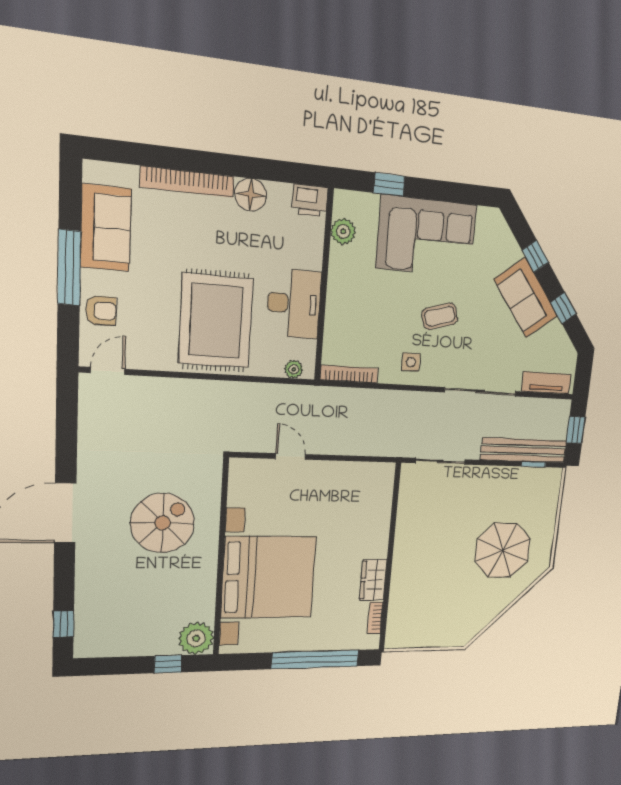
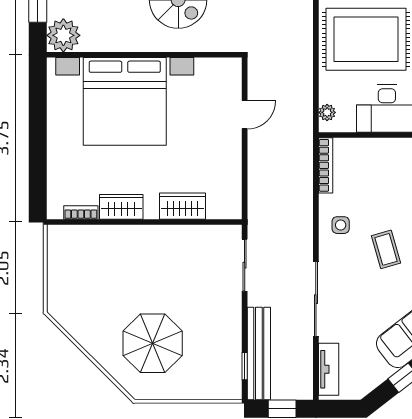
wardrobe: (378, 521) -> (183, 206), added
window: (315, 659) -> (38, 154), removed

